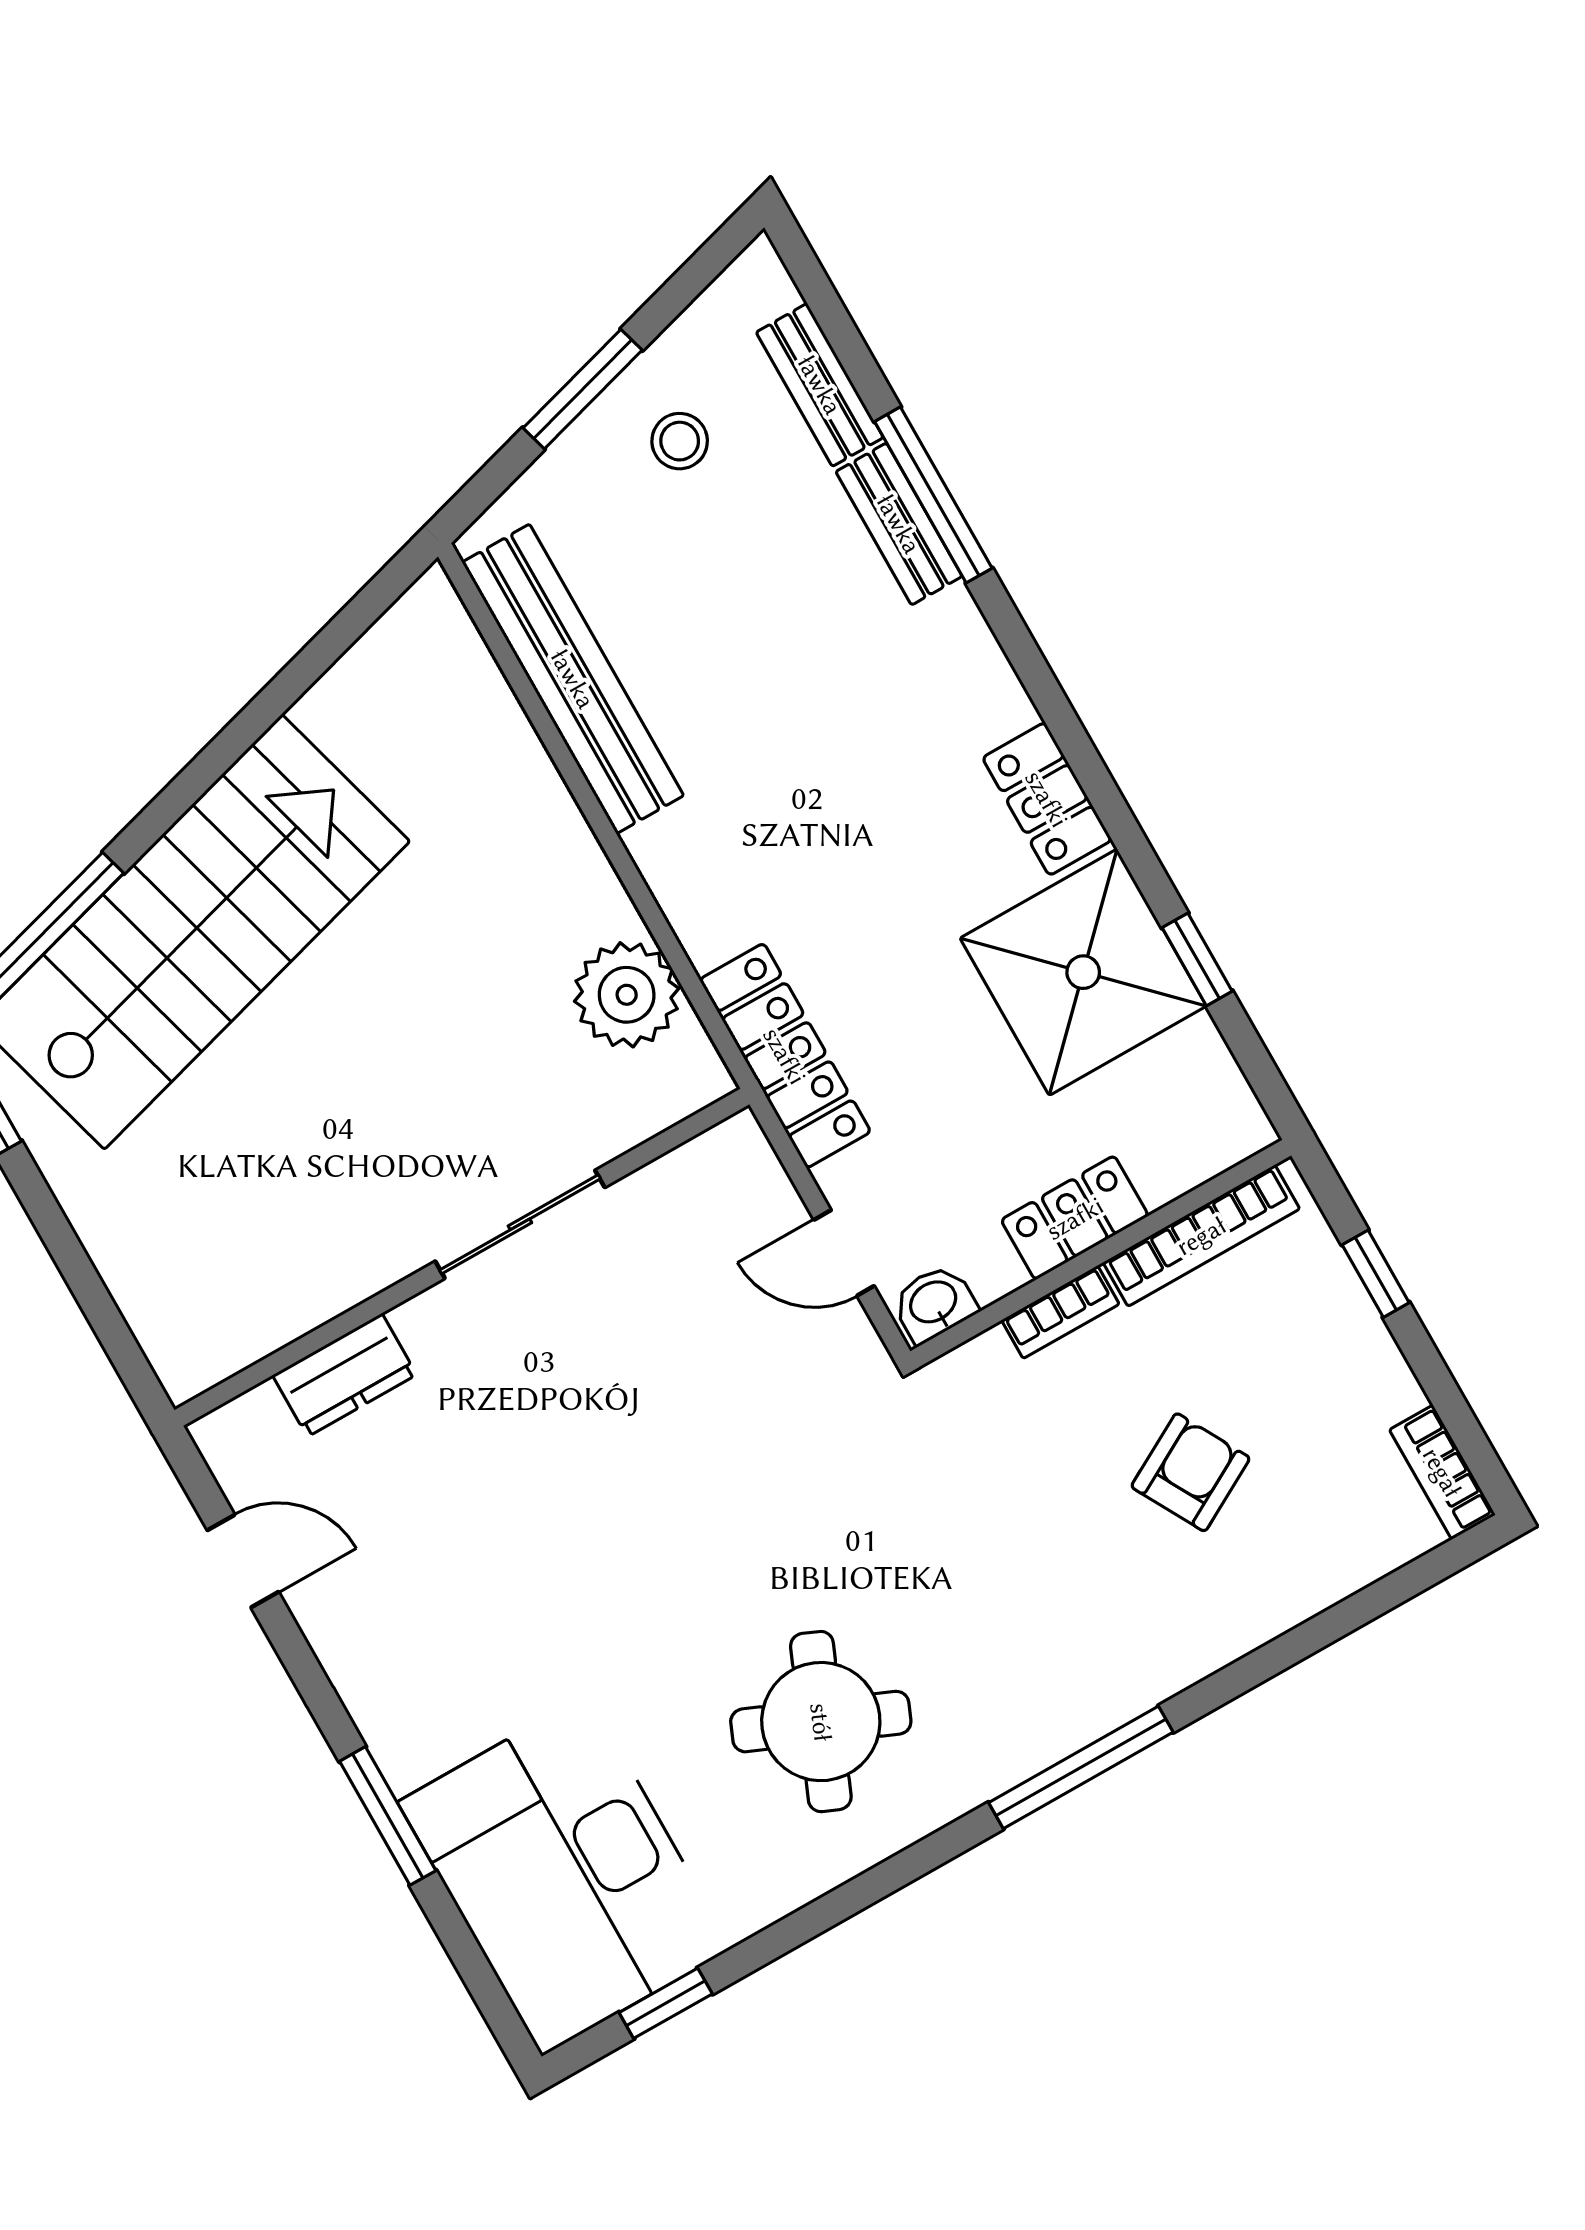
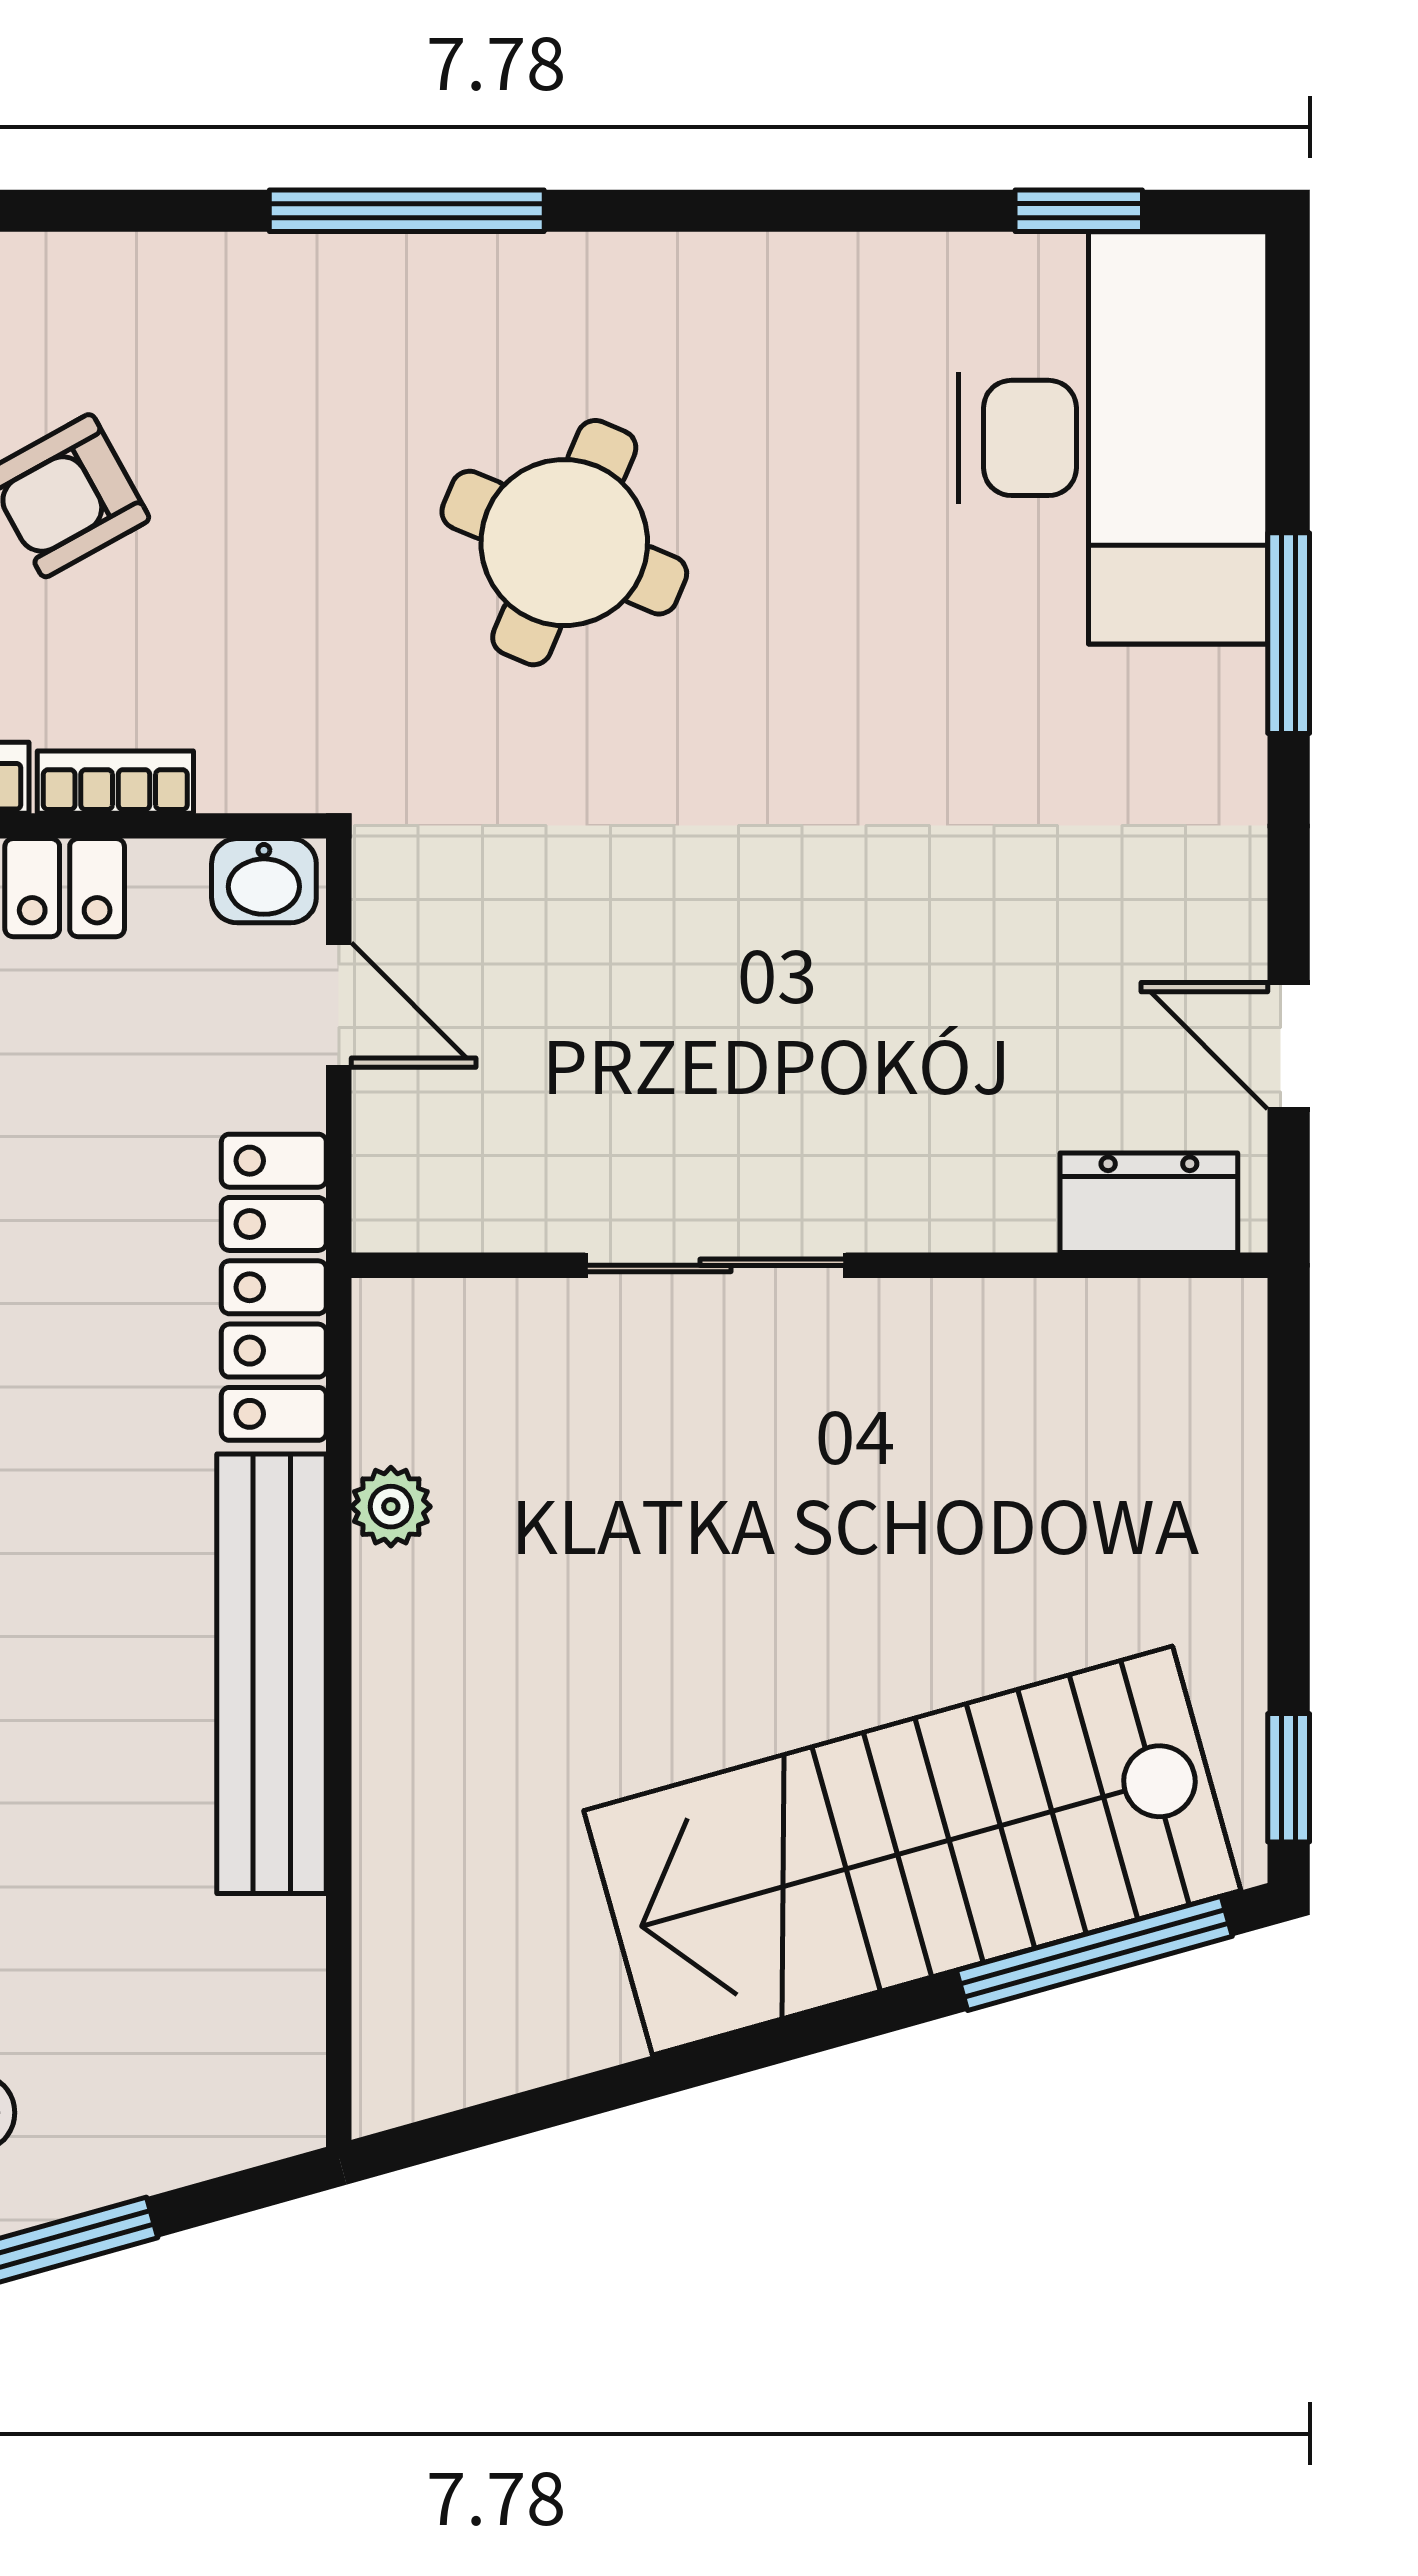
bench: (573, 679) -> (271, 1674), moved
plant: (627, 995) -> (391, 1507), width x0.53, depth x0.53
dresser: (345, 1375) -> (1149, 1203), moved
round table: (821, 1722) -> (564, 543), moved

